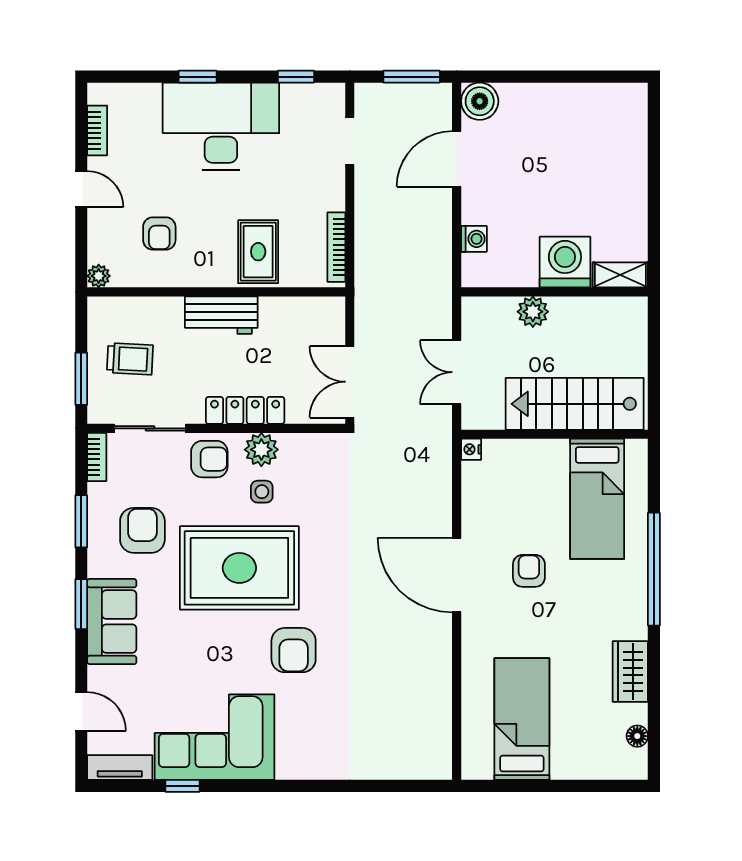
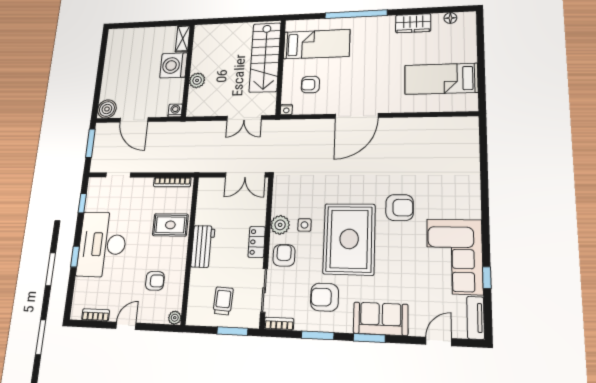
washing machine: (565, 262) -> (174, 65), moved
shelving: (620, 275) -> (183, 39), moved
wall: (555, 292) -> (188, 70), moved
plant: (533, 312) -> (197, 80), moved
locker: (245, 410) -> (257, 242), width x0.66
armchair: (529, 571) -> (310, 85), moved

